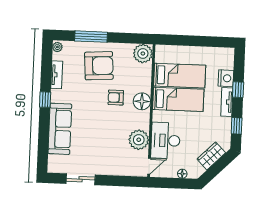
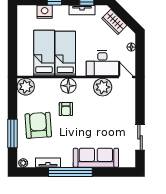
window: (45, 100) -> (70, 172), width x3.17
tv unit: (227, 102) -> (82, 10), moved

